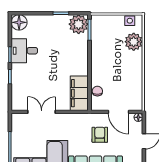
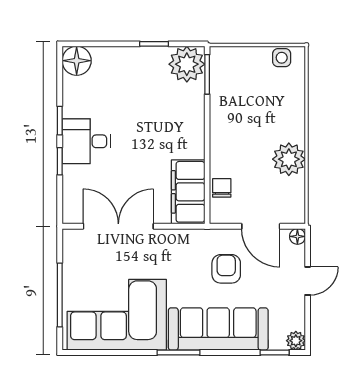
plant: (134, 42) -> (289, 159), moved
desk: (24, 51) -> (86, 141), moved
double door: (42, 112) -> (118, 226), width x1.37

